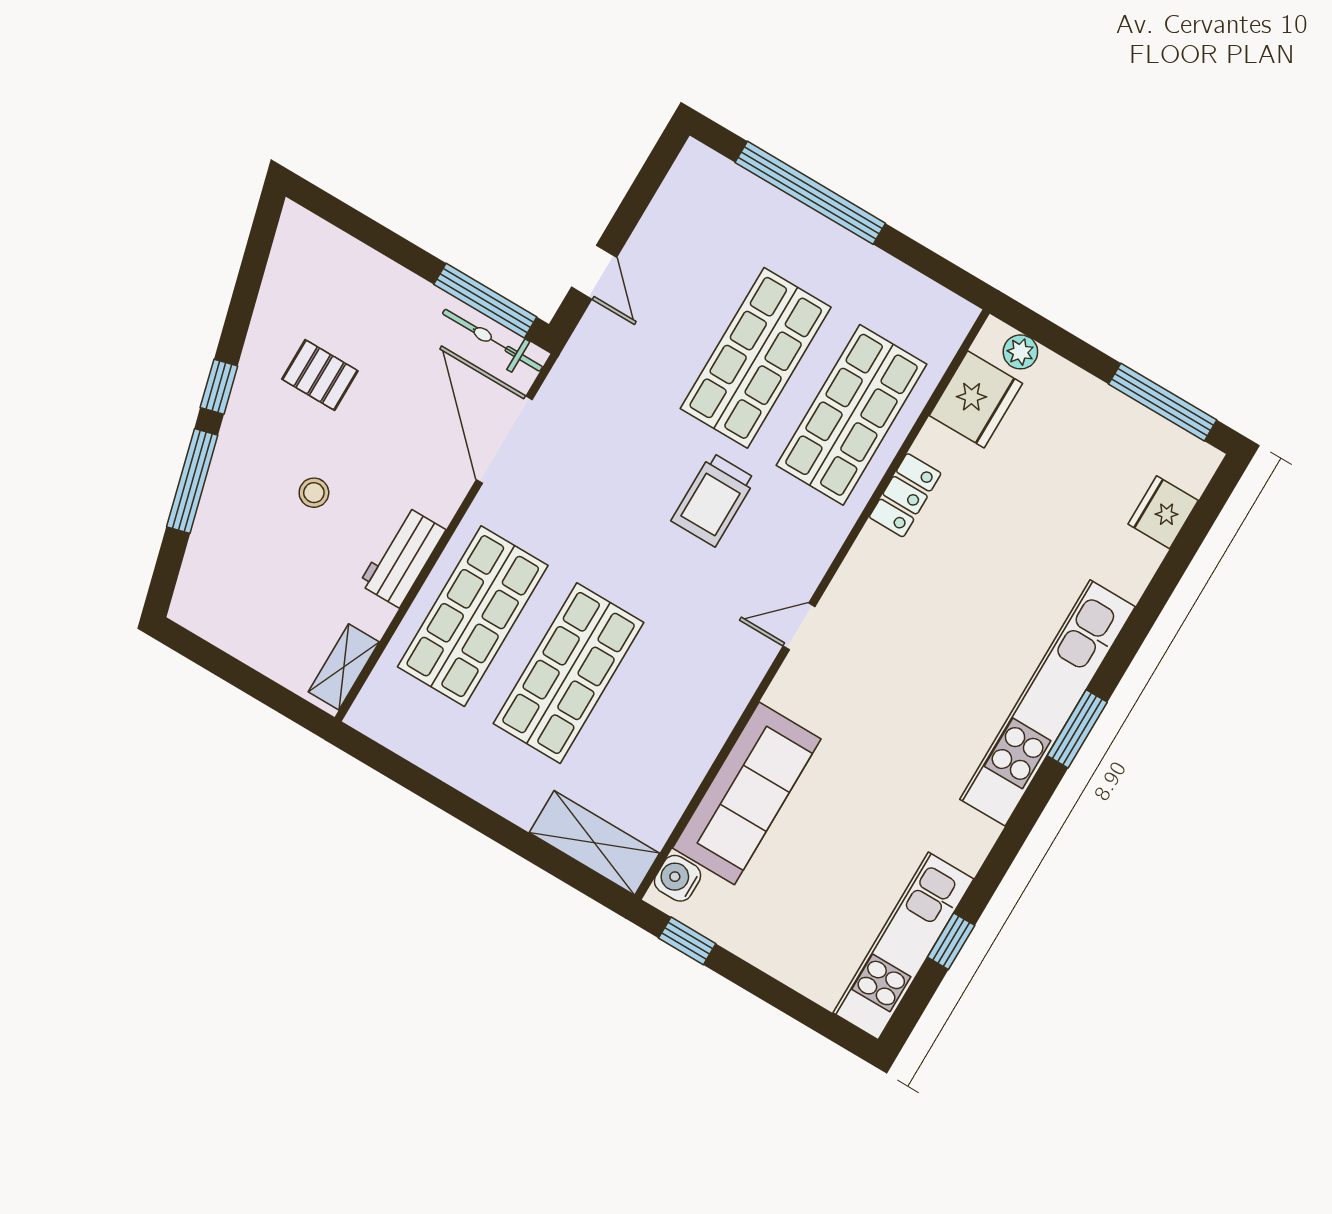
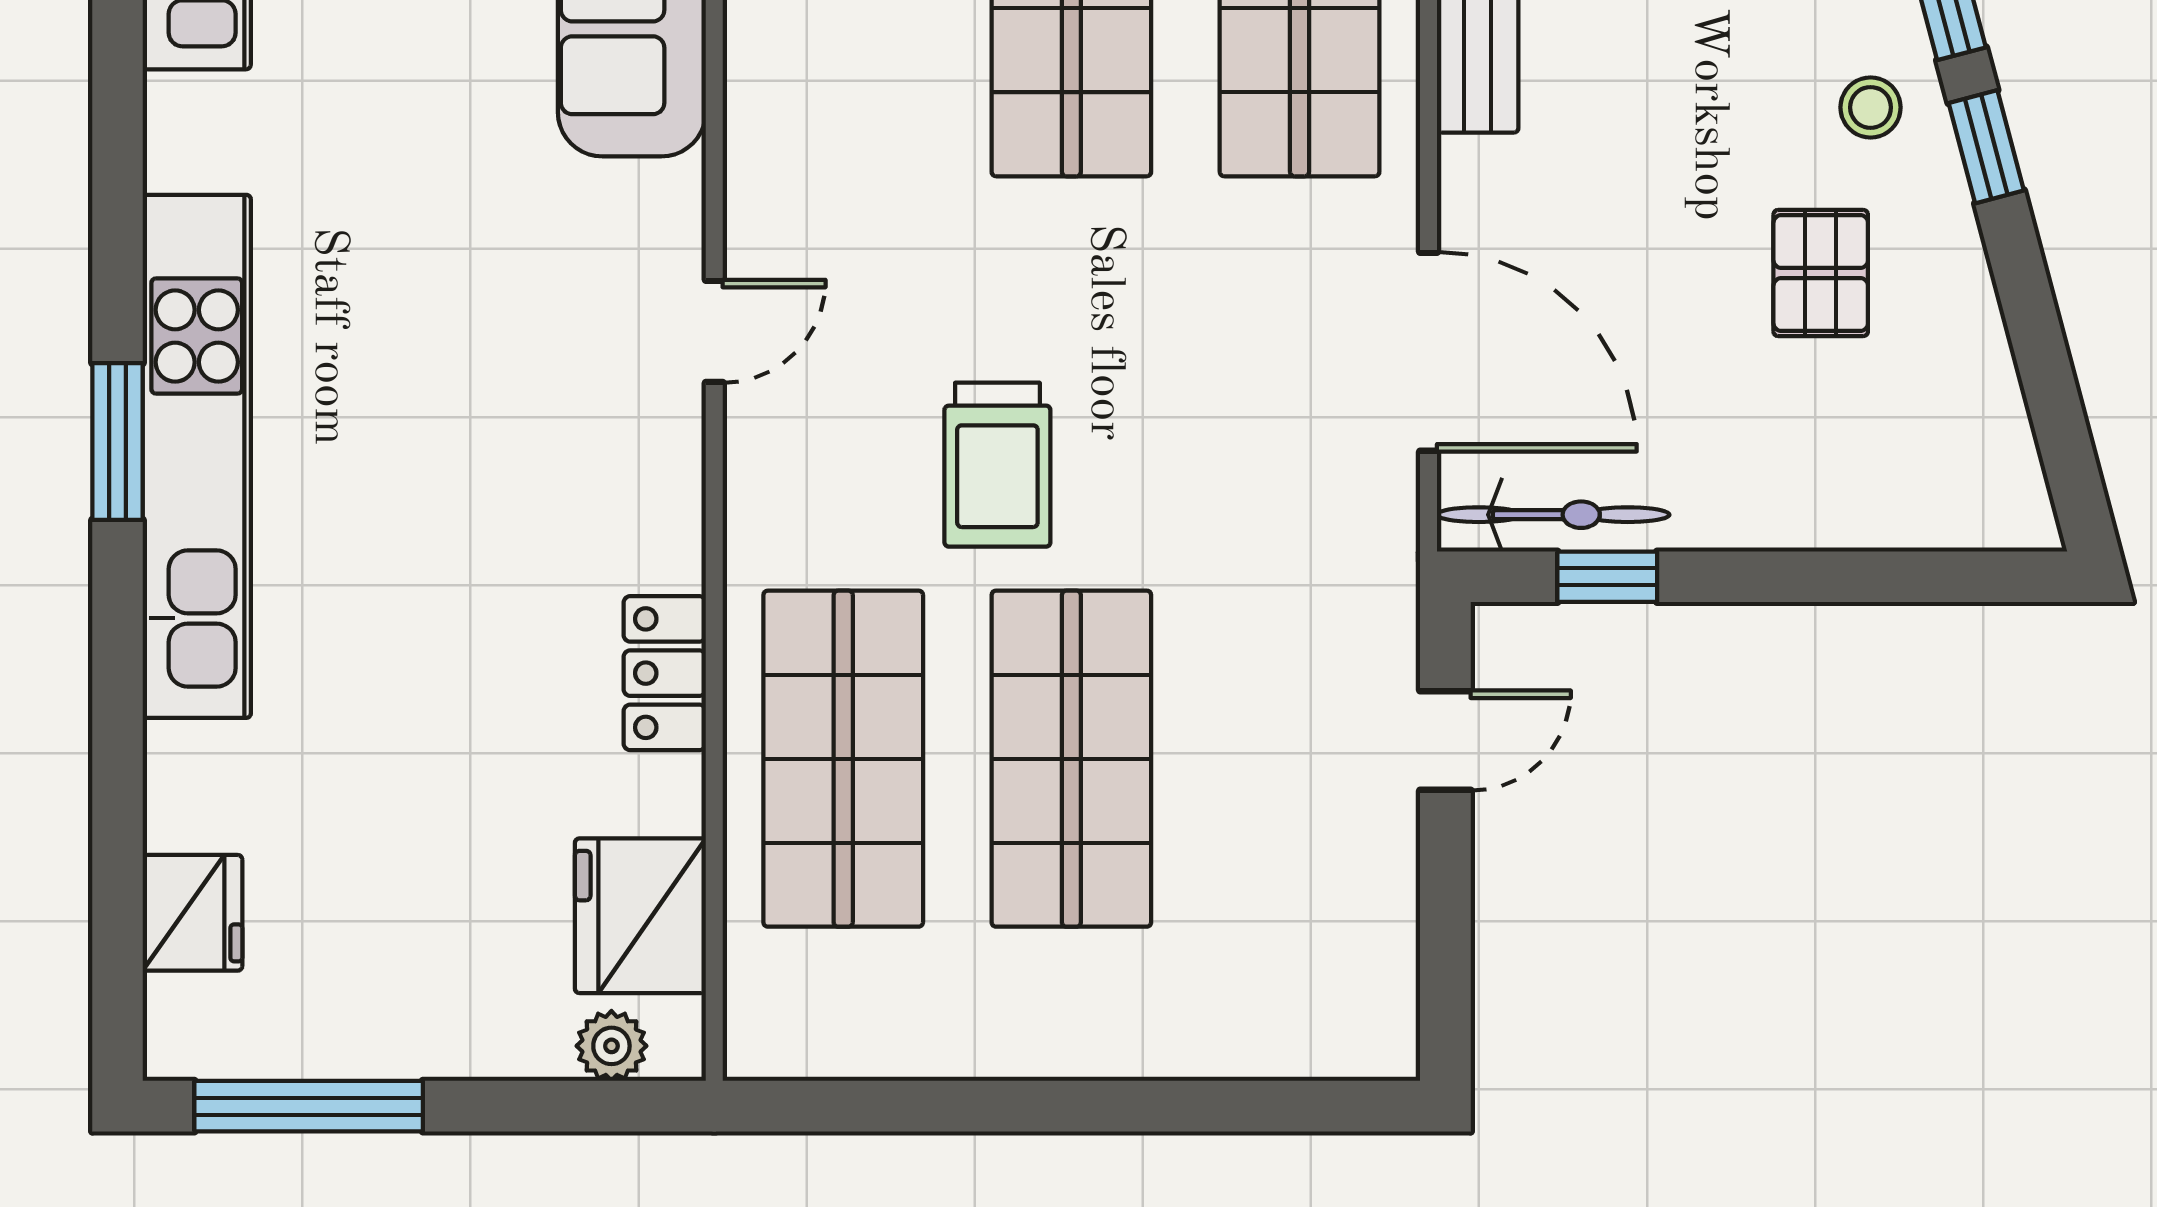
window: (810, 193) -> (1148, 1106), removed
door: (594, 272) -> (1445, 741), swing flipped
window: (485, 301) -> (1607, 577), width x0.46
pallet: (320, 375) -> (1821, 273), turned 90
stool: (314, 493) -> (1871, 107), moved
trolley: (713, 500) -> (997, 465), turned 180

